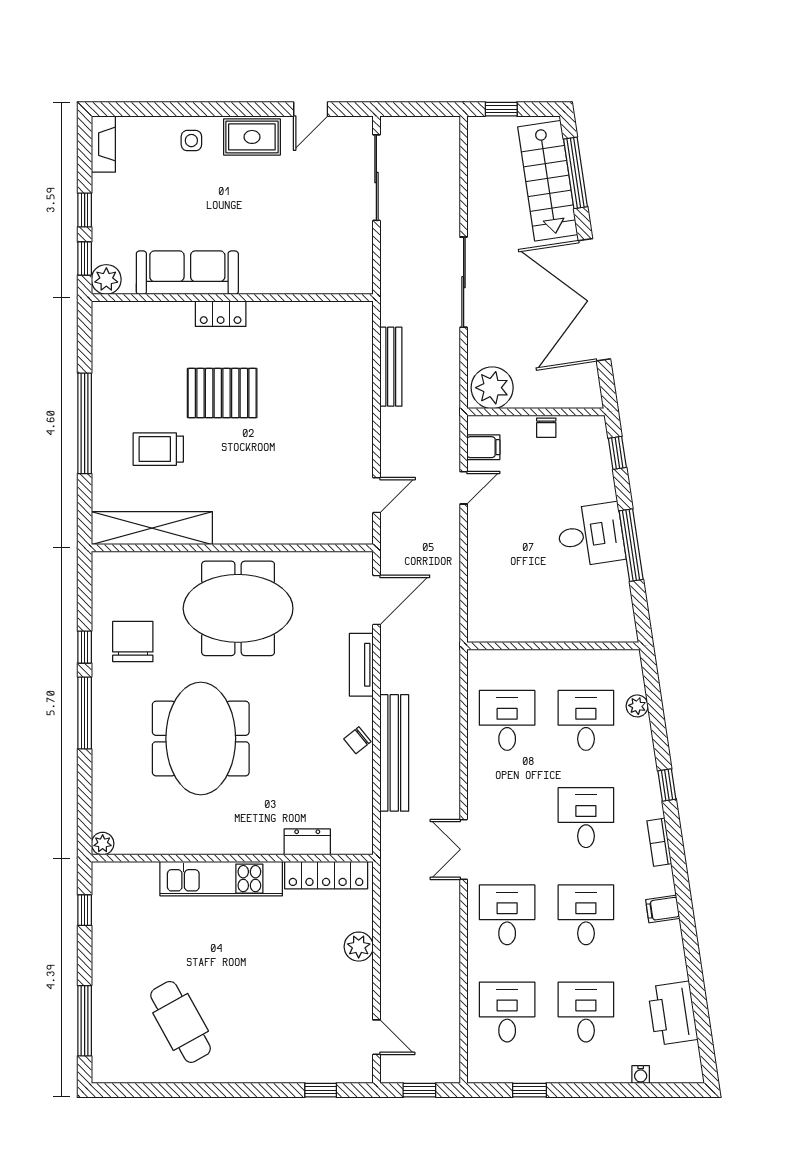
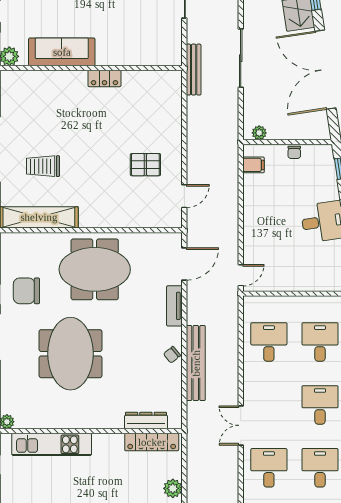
locker: (221, 314) -> (104, 78), moved
bench: (391, 367) -> (194, 70), moved
plant: (492, 388) -> (259, 133), width x0.53, depth x0.53
pallet: (222, 393) -> (145, 165), moved, width x0.67, depth x0.71
door: (464, 488) -> (241, 275), moved
chair: (133, 642) -> (26, 291), turned -90
dresser: (307, 842) -> (146, 421), width x1.44
kitchen unit: (221, 879) -> (52, 444), moved

